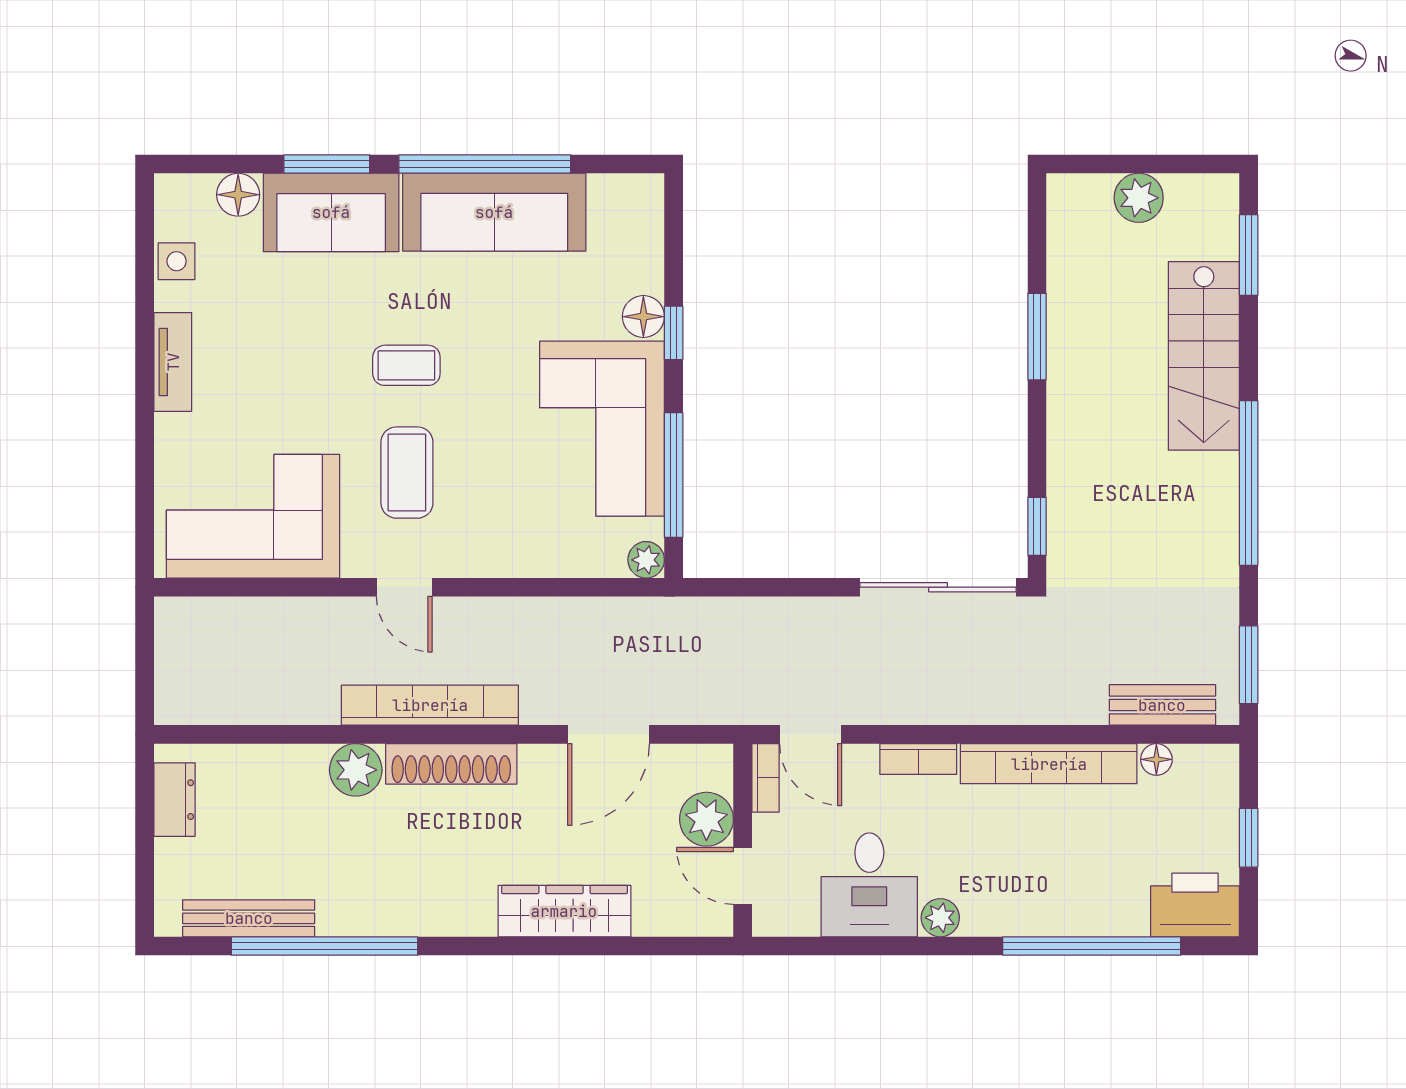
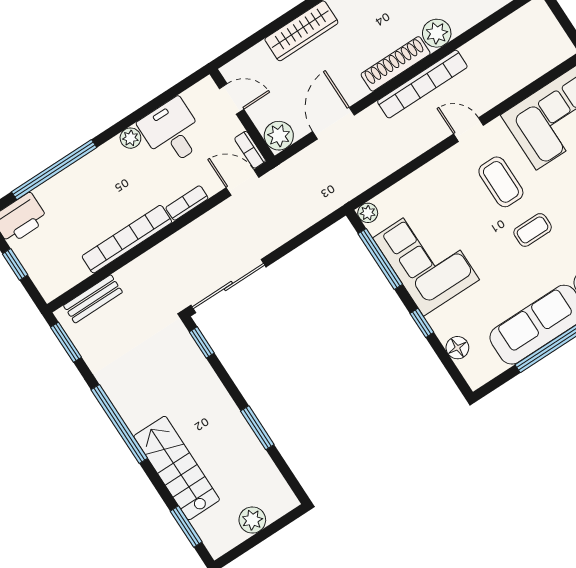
floor lamp: (643, 317) -> (457, 348), moved
floor lamp: (1156, 759) -> (80, 273), removed
plant: (706, 819) -> (279, 136), moved

